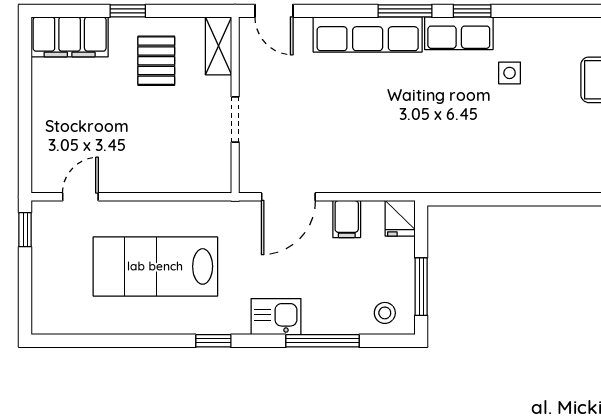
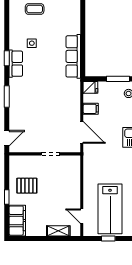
window: (405, 11) -> (7, 97), moved
row of seats: (368, 34) -> (73, 56), moved, turned 180
shelving: (218, 46) -> (58, 231), moved
window: (25, 230) -> (108, 239), moved
lab bench: (155, 266) -> (110, 209), moved

